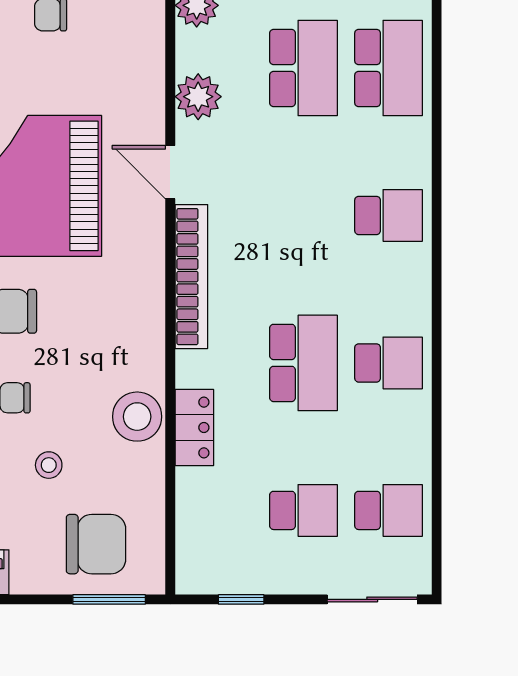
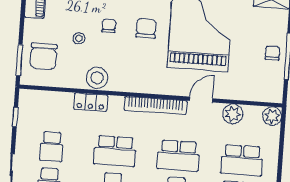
school desk: (303, 215) -> (178, 156), added

